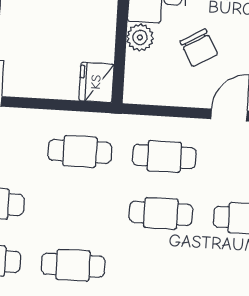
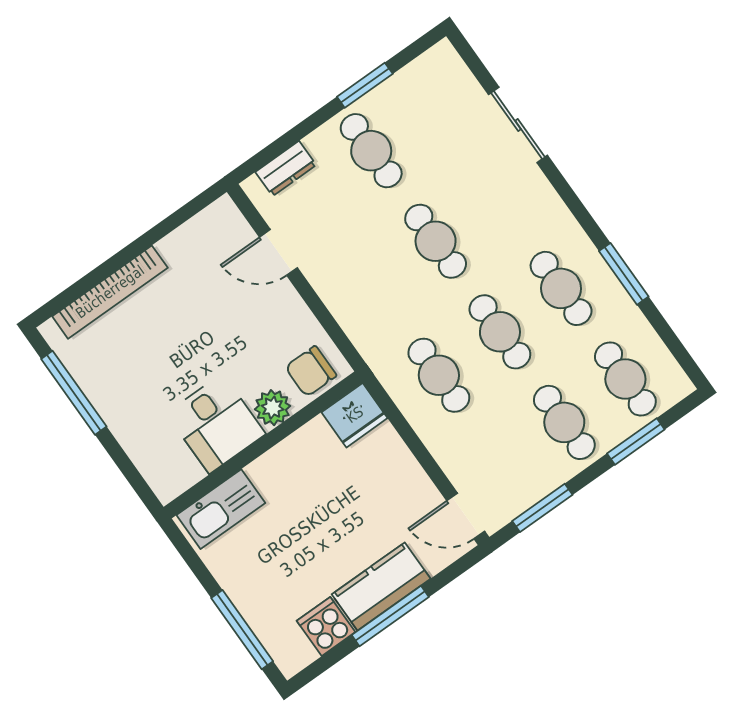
chair: (199, 48) -> (311, 371), moved, turned -150
cafe table: (164, 156) -> (500, 332), moved

